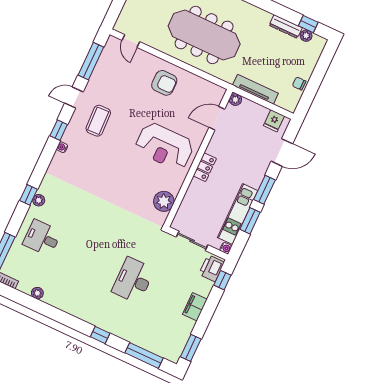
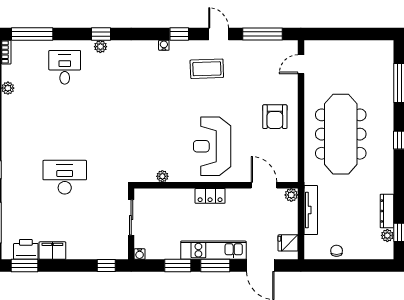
plant: (164, 201) -> (162, 176), width x0.53, depth x0.53
kitchen unit: (238, 214) -> (213, 250), moved
printer: (212, 268) -> (26, 249), moved
filing cabinet: (195, 307) -> (52, 251), moved

